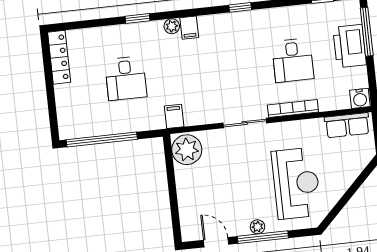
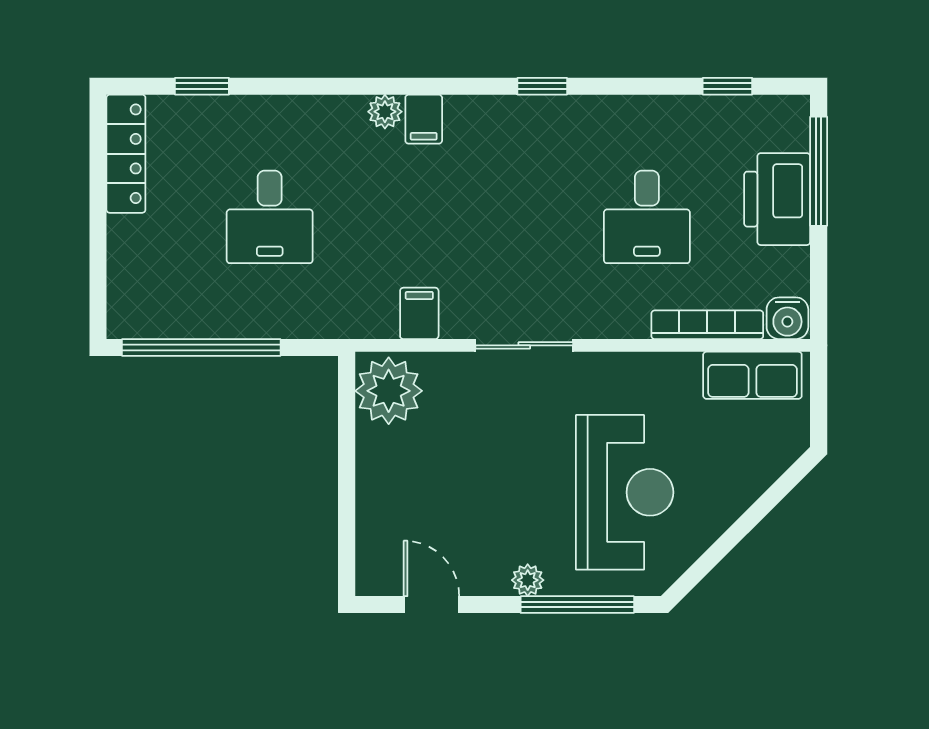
window: (138, 19) -> (202, 86), moved
bookcase: (293, 109) -> (707, 325), moved
filing cabinet: (174, 116) -> (419, 313), moved
window: (263, 237) -> (577, 605), moved

